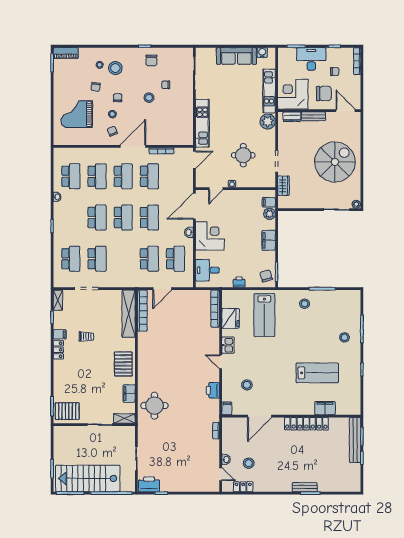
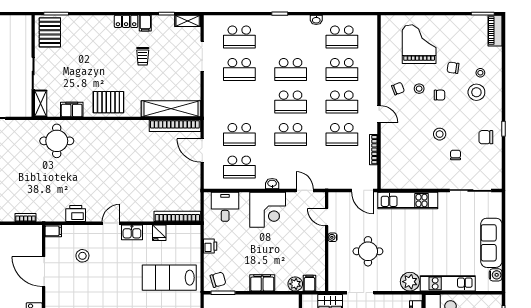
door: (133, 146) -> (379, 114), width x0.53
door: (194, 206) -> (305, 190), width x0.53
fridge: (230, 318) -> (159, 233), width x0.53, depth x0.75

